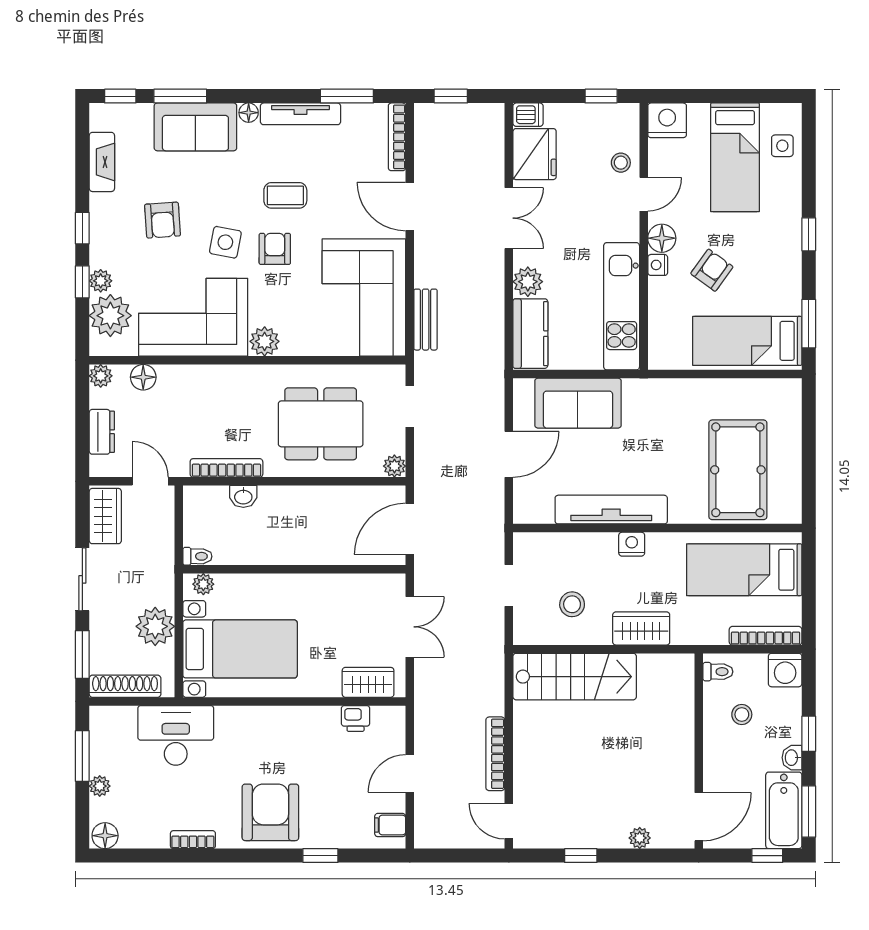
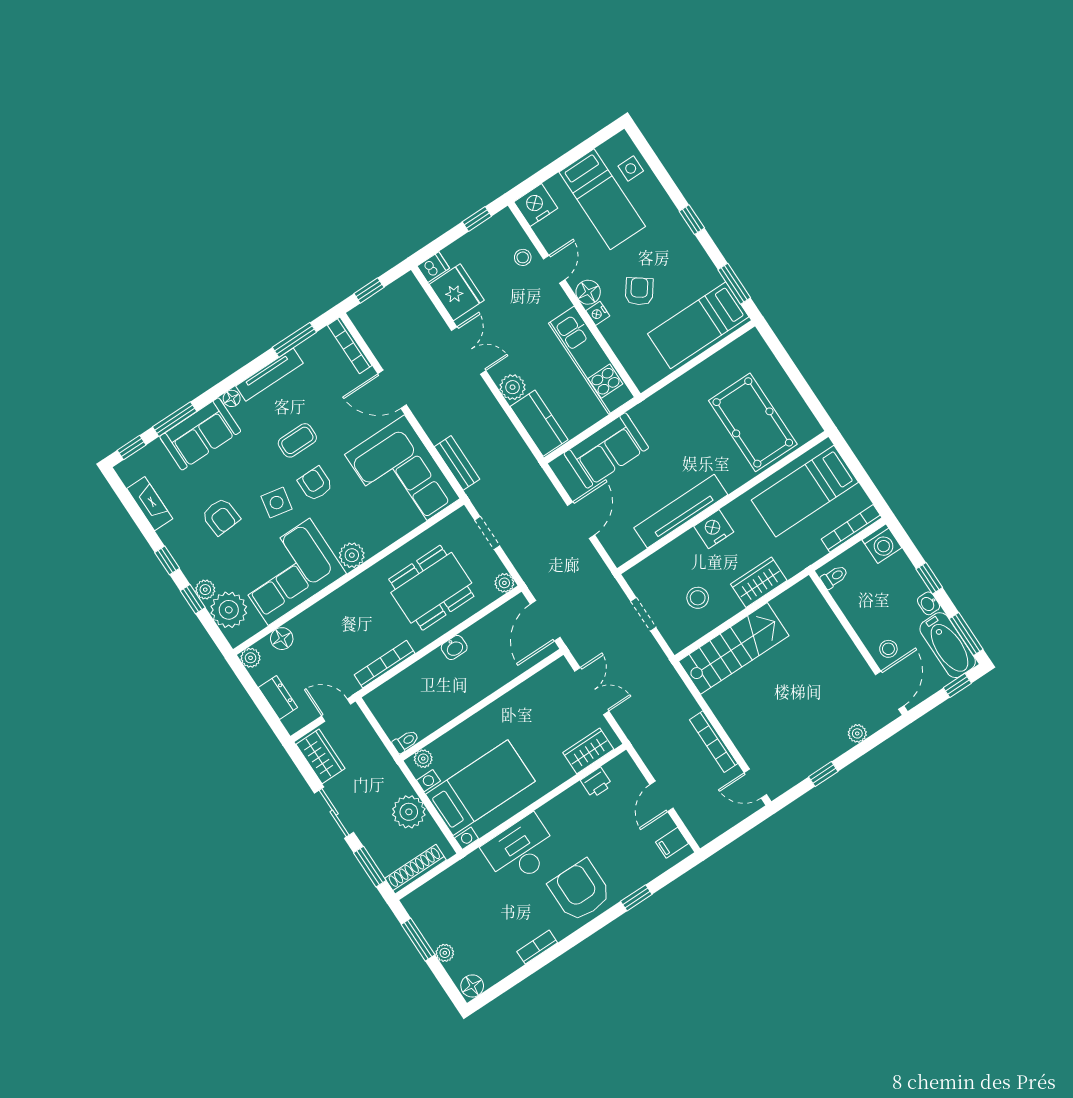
washbasin: (243, 496) -> (454, 648), moved
nightstand: (632, 544) -> (714, 529), width x1.36, depth x1.33
stool: (742, 714) -> (888, 649), moved
desk: (176, 735) -> (521, 850), moved

